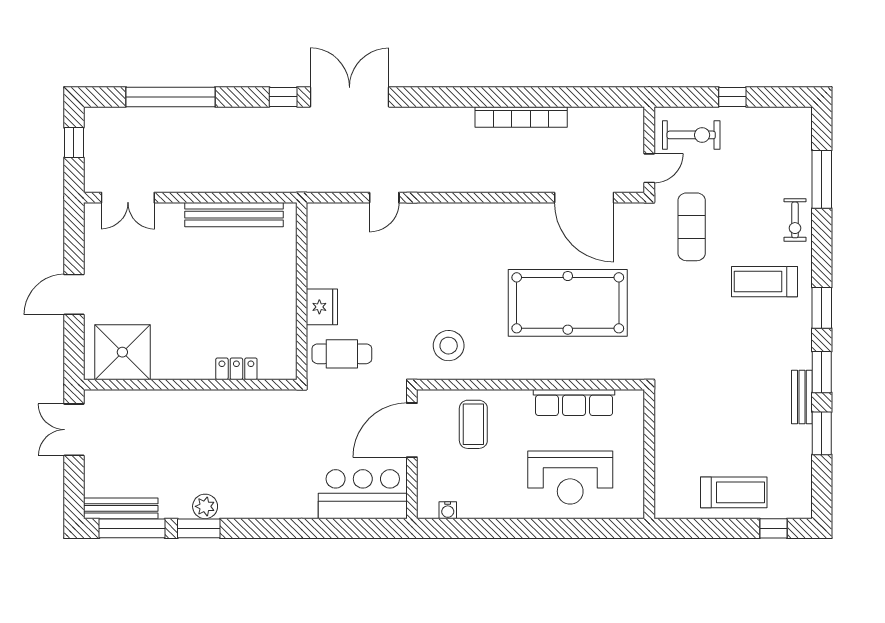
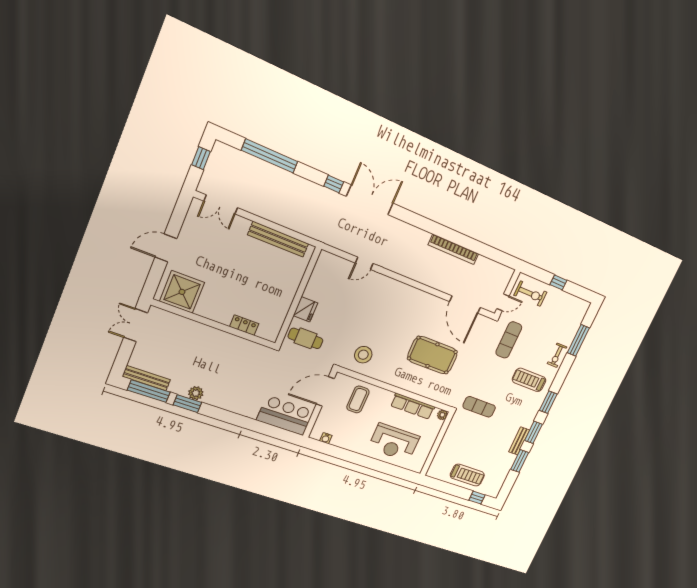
pool table: (568, 303) -> (432, 355), width x0.73, depth x0.76
exercise mat: (695, 362) -> (479, 407), added
plant: (634, 399) -> (442, 415), added

